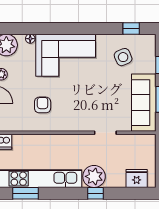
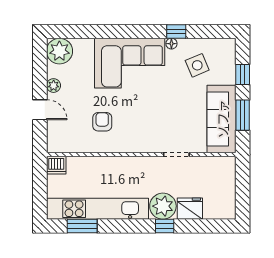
window: (131, 28) -> (176, 31), moved
floor lamp: (30, 39) -> (171, 44), moved
fridge: (137, 179) -> (190, 209), moved

